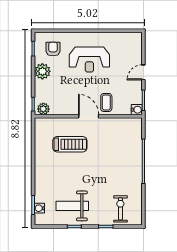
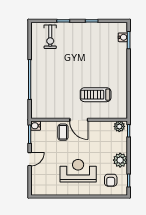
weight bench: (72, 206) -> (93, 39), removed

